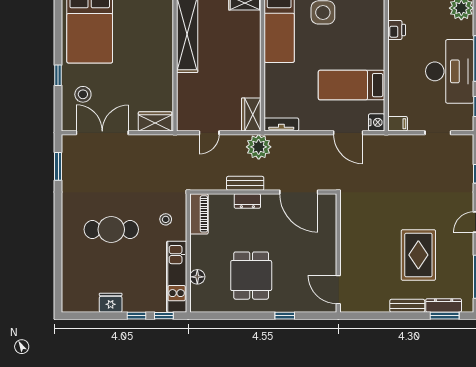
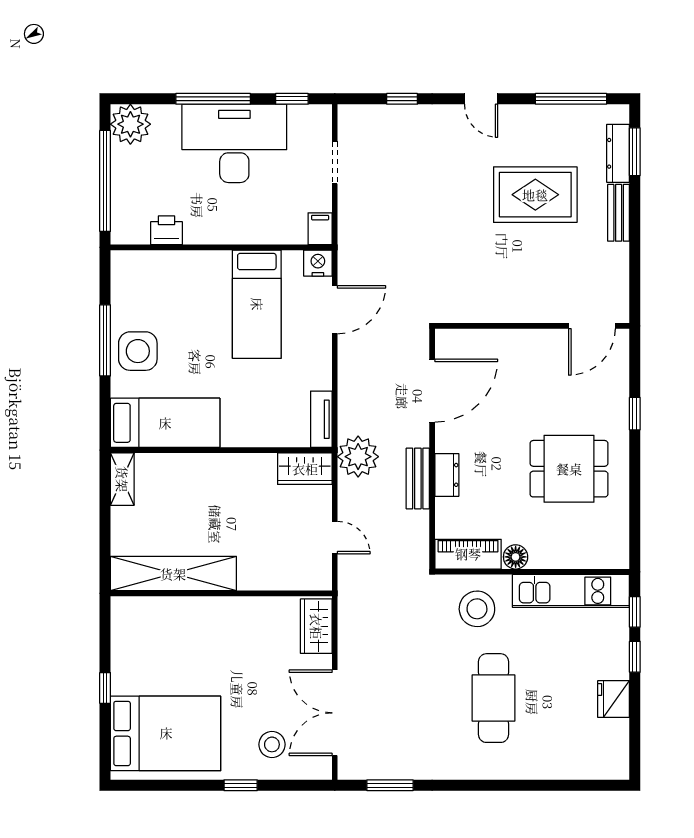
stool: (166, 219) -> (477, 609), width x1.89, depth x1.89
floor lamp: (197, 277) -> (516, 557), moved

